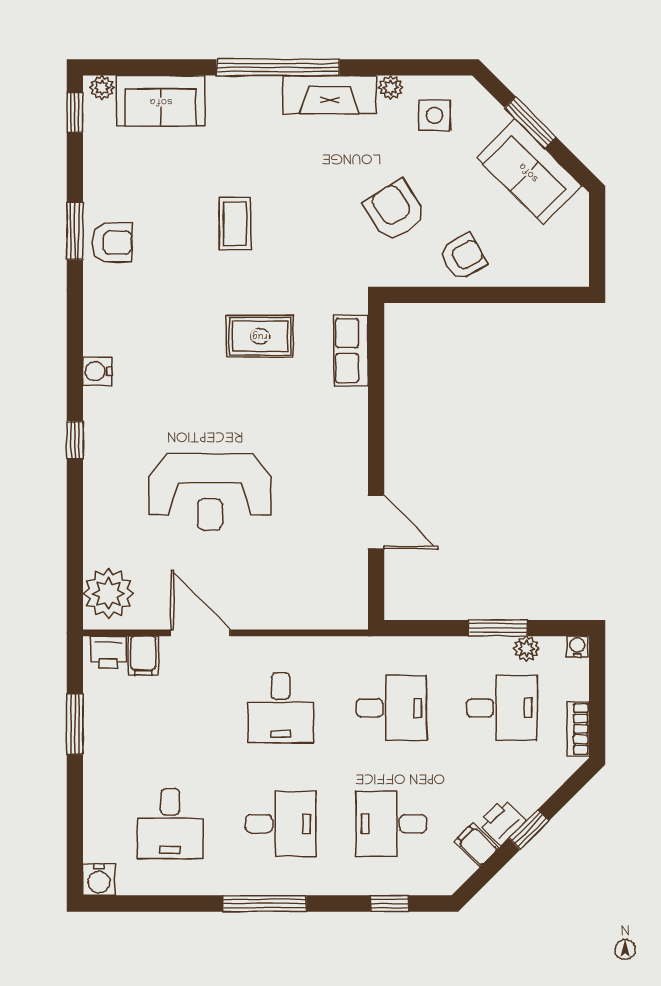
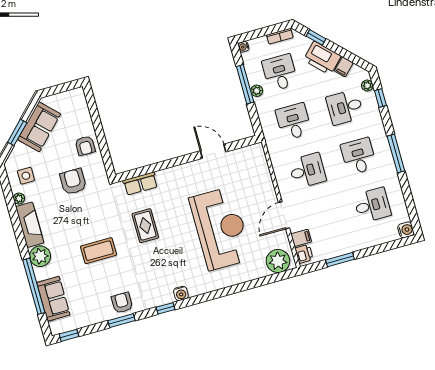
window: (278, 67) -> (34, 286), moved
plant: (102, 88) -> (40, 256), moved, width x1.87, depth x1.87
armchair: (395, 211) -> (73, 182), turned 122
coffee table: (235, 224) -> (99, 251), width x1.36, depth x1.30
armchair: (463, 257) -> (85, 146), turned -151
window: (75, 440) -> (166, 308), moved
reception desk: (210, 492) -> (221, 229), width x1.36, depth x1.30
door: (376, 522) -> (213, 151), hinge flipped
window: (498, 628) -> (245, 84), width x1.44
plant: (526, 649) -> (257, 91), moved
printer: (502, 822) -> (322, 58), width x1.87, depth x1.48
desk: (391, 824) -> (345, 107), turned 90
window: (529, 830) -> (316, 37), moved
plant: (424, 883) -> (367, 86), added

